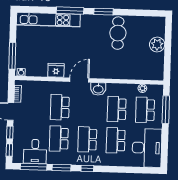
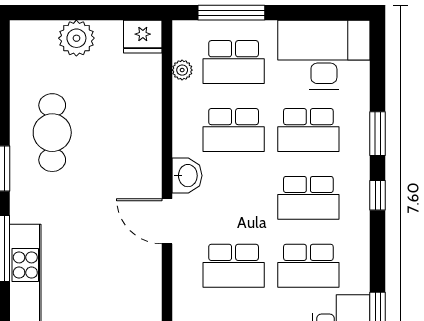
cafe table: (118, 33) -> (52, 133), turned 90
fridge: (56, 70) -> (143, 37), moved, turned -90
window: (62, 168) -> (378, 134), moved

